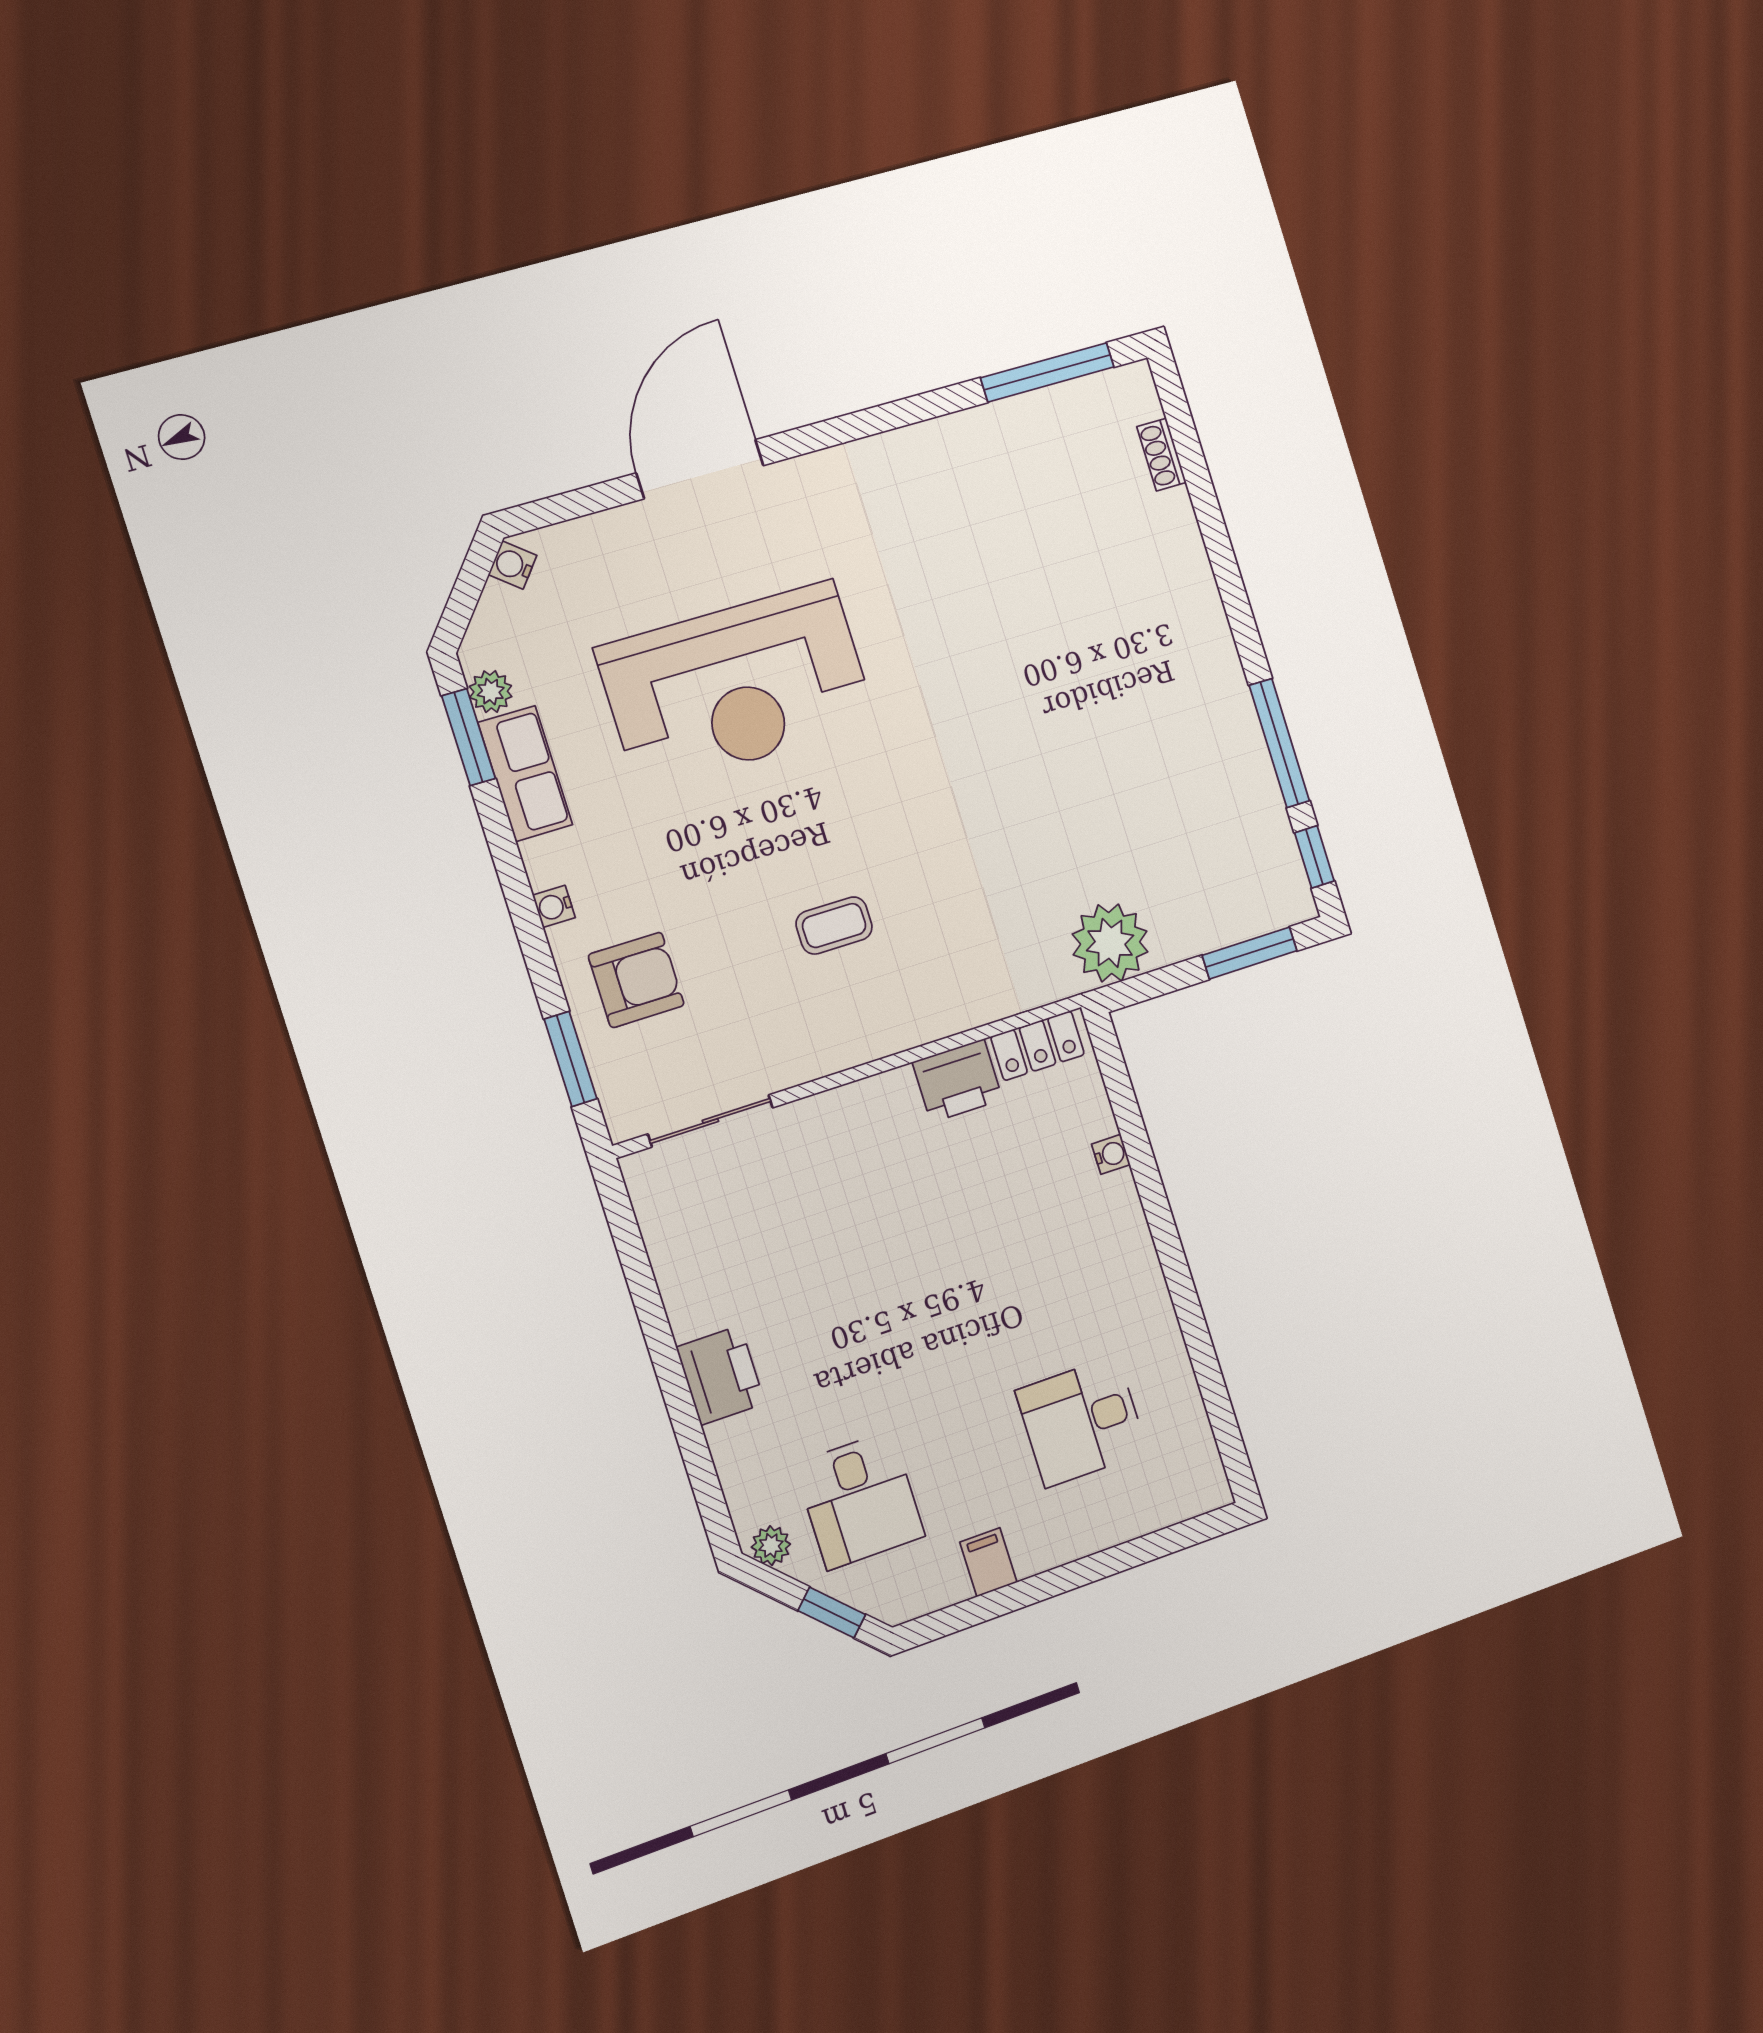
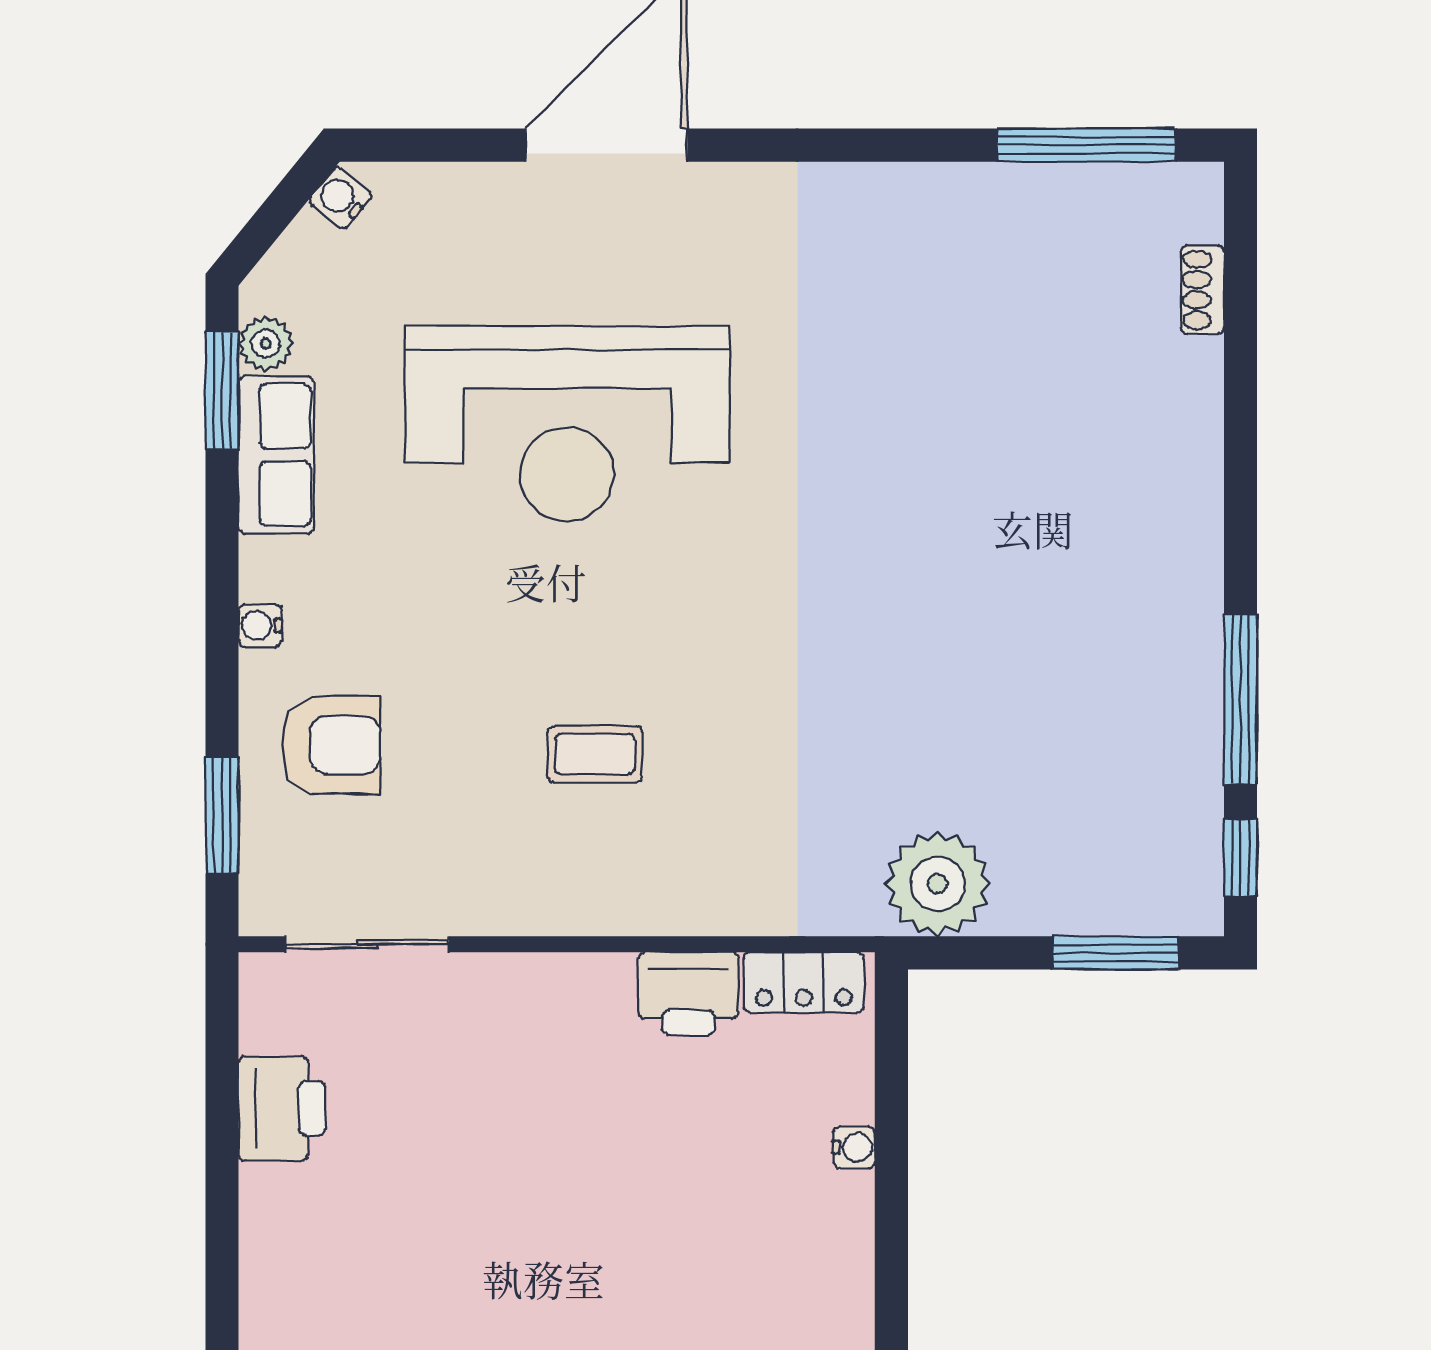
printer: (721, 1375) -> (282, 1108), moved

